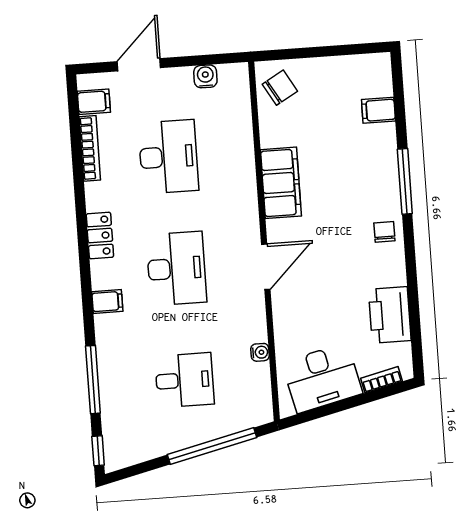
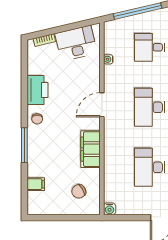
water cooler: (205, 76) -> (110, 209), moved
chair: (280, 88) -> (79, 191), moved
printer: (390, 315) -> (38, 90), moved

